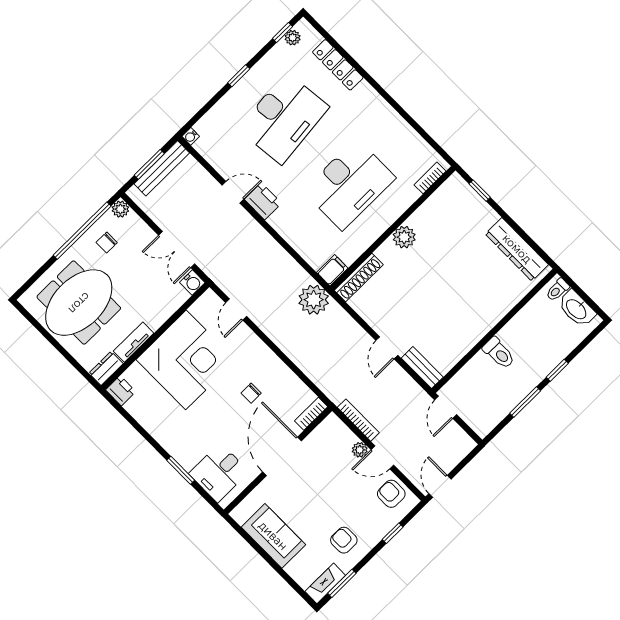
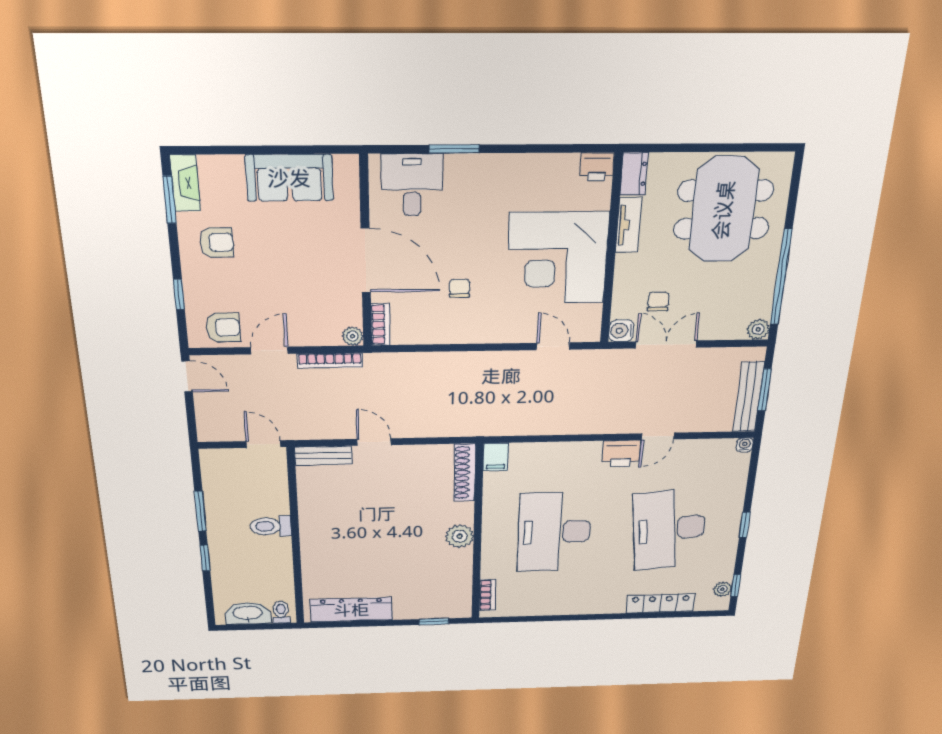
chair: (107, 242) -> (658, 302), moved
plant: (314, 300) -> (487, 419), removed
plant: (360, 450) -> (353, 336), moved

